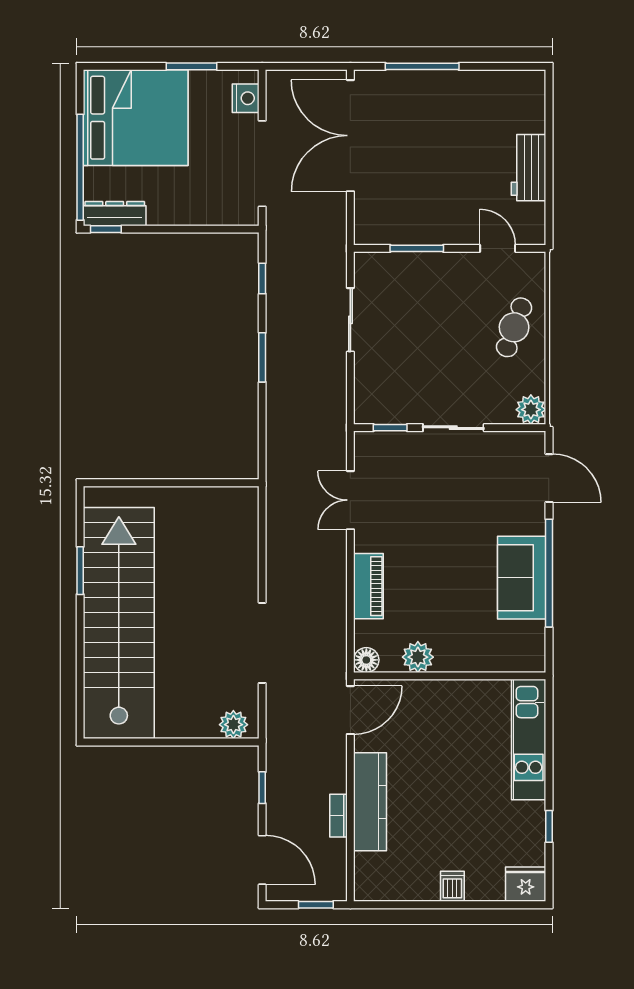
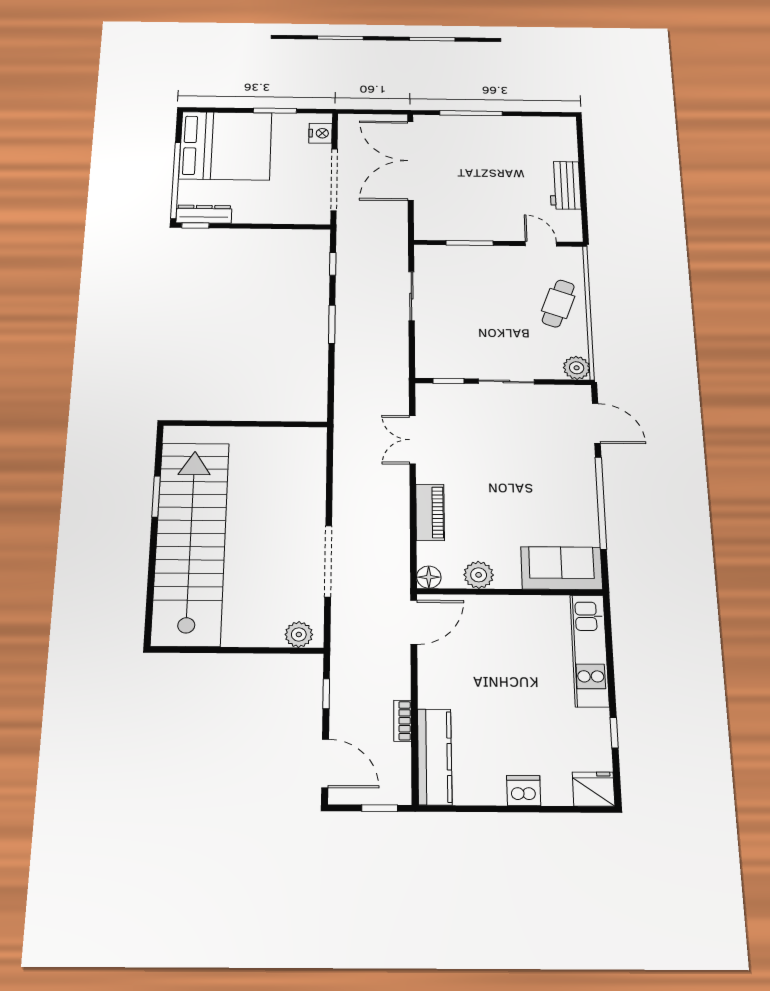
sofa: (522, 578) -> (562, 568), moved, turned 90
kitchen counter: (370, 802) -> (435, 757), moved
dishwasher: (452, 886) -> (524, 791), width x1.38

